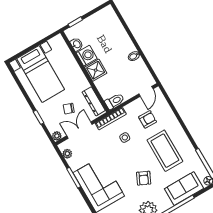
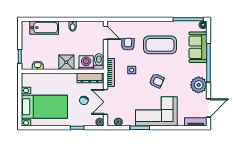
bathtub: (117, 30) -> (44, 28), added
washing machine: (87, 56) -> (86, 63), moved
armchair: (144, 178) -> (157, 81), moved

